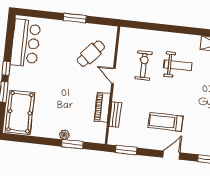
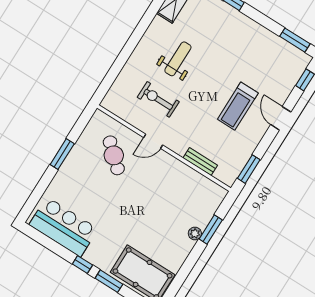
piano: (102, 107) -> (184, 173), removed

